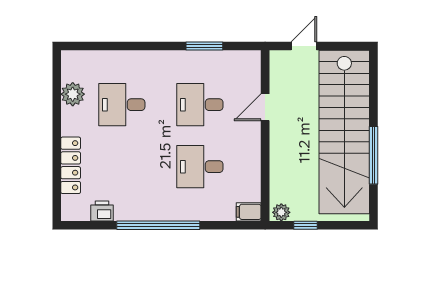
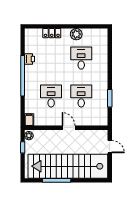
plant: (73, 94) -> (76, 34), moved
door: (265, 107) -> (69, 128), moved
locker: (71, 165) -> (52, 33), width x0.66
printer: (102, 211) -> (30, 59), moved

